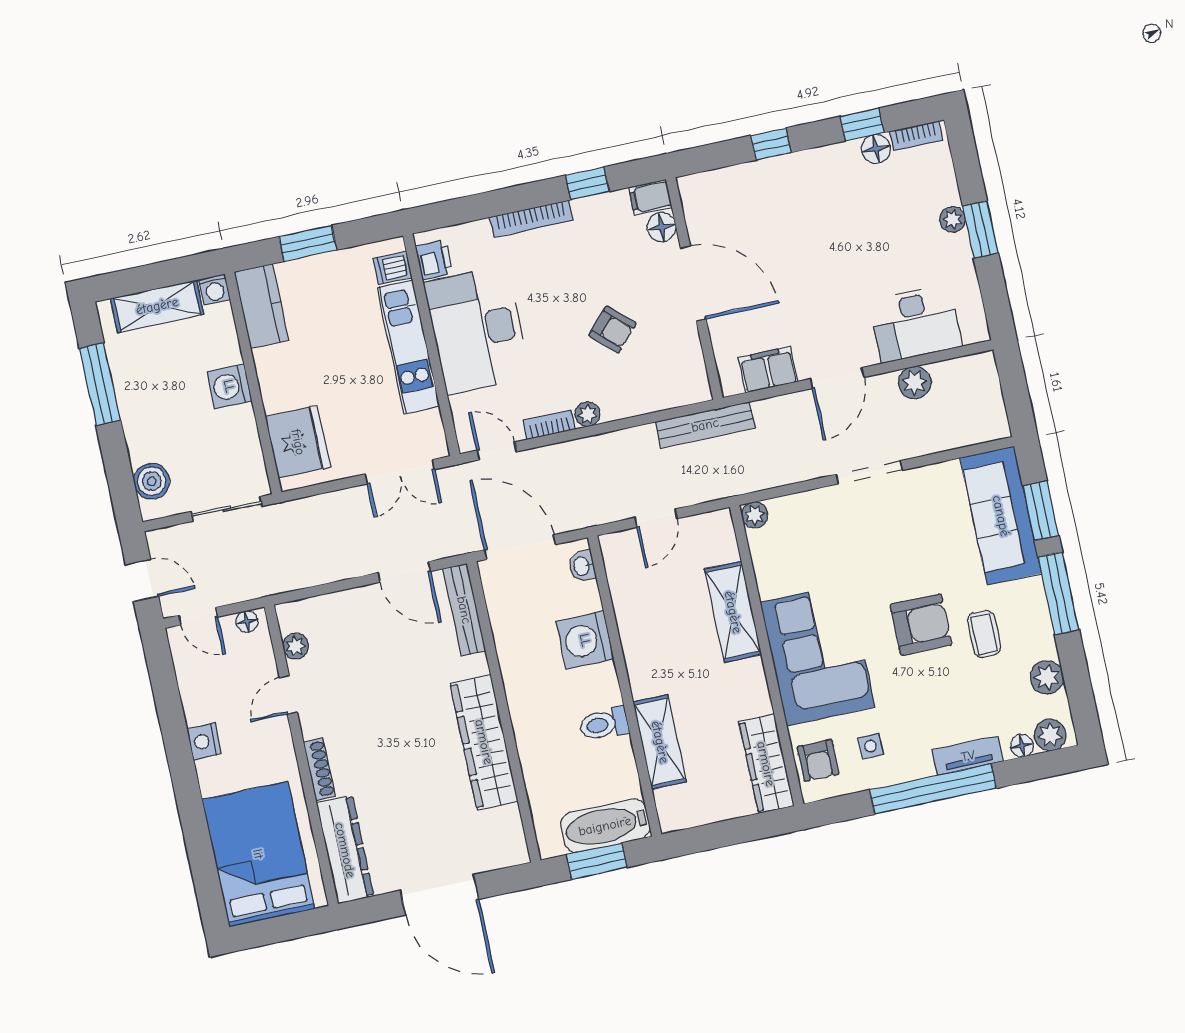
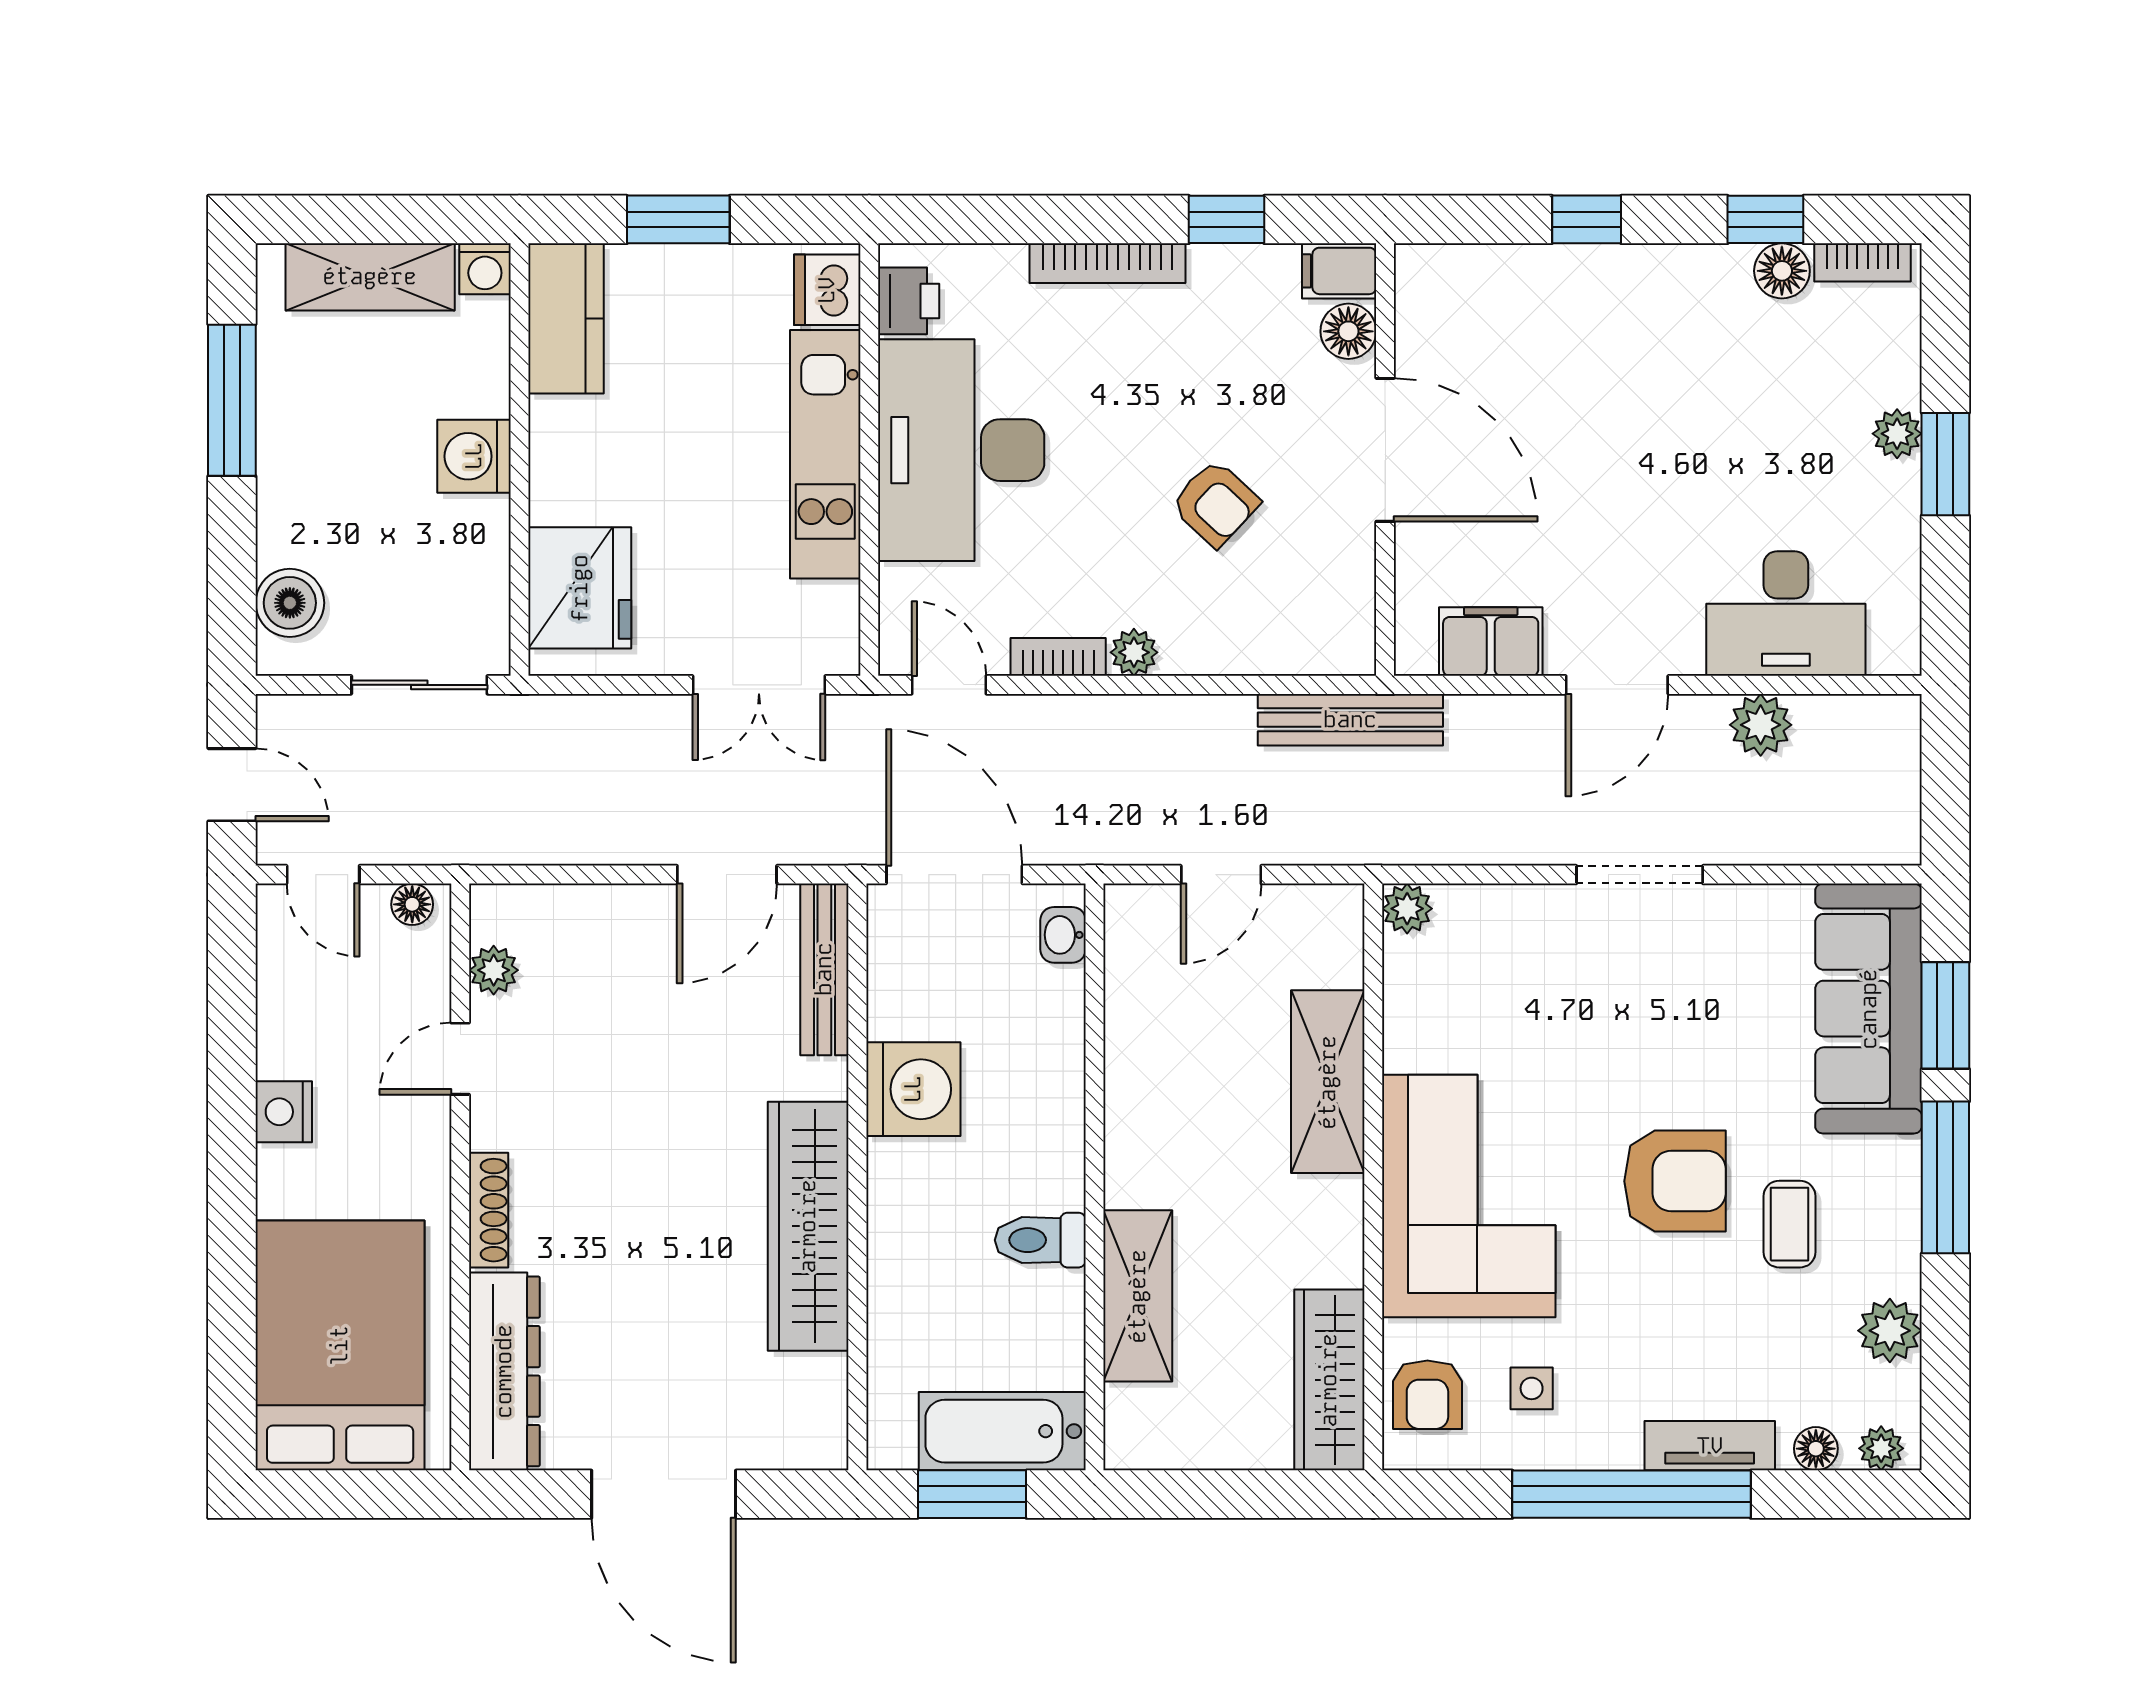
dishwasher: (393, 268) -> (827, 290), width x1.38
door: (404, 572) -> (727, 875), hinge flipped
washing machine: (585, 640) -> (913, 1089), moved, turned 180
plant: (1050, 735) -> (1881, 1448), width x0.73, depth x0.73

